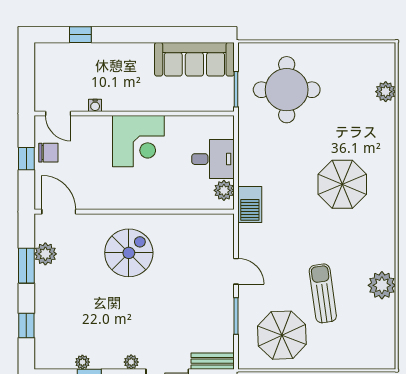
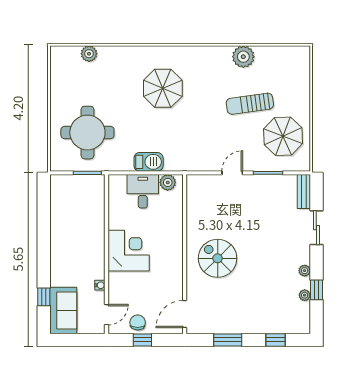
sofa: (194, 59) -> (63, 311), moved, width x0.73
barbecue: (250, 204) -> (149, 162), moved
plant: (45, 254) -> (218, 325), removed
plant: (131, 362) -> (305, 271), moved

